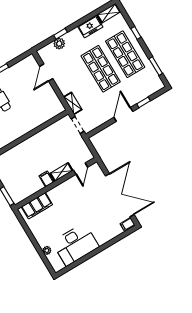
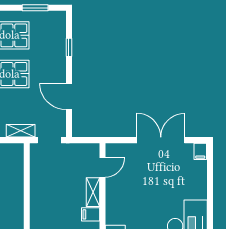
door: (123, 114) -> (69, 96), moved
door: (81, 169) -> (102, 167), hinge flipped
double door: (120, 195) -> (161, 140), width x0.73

